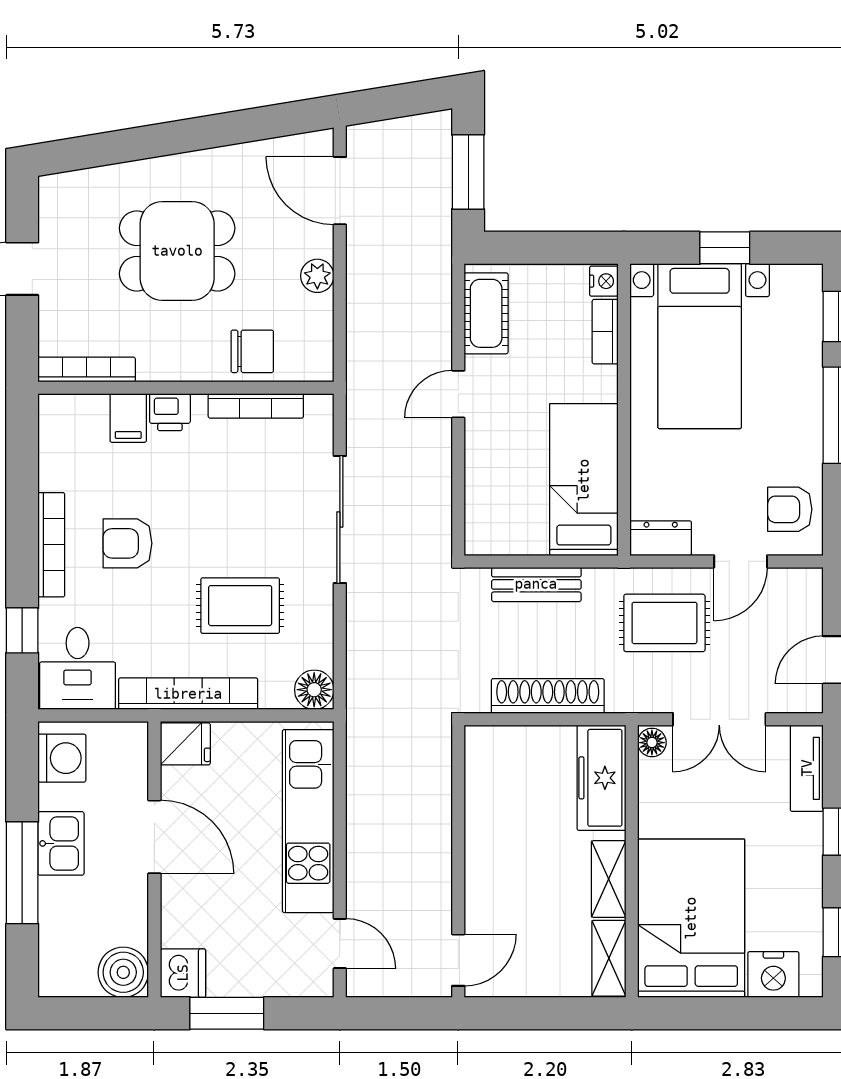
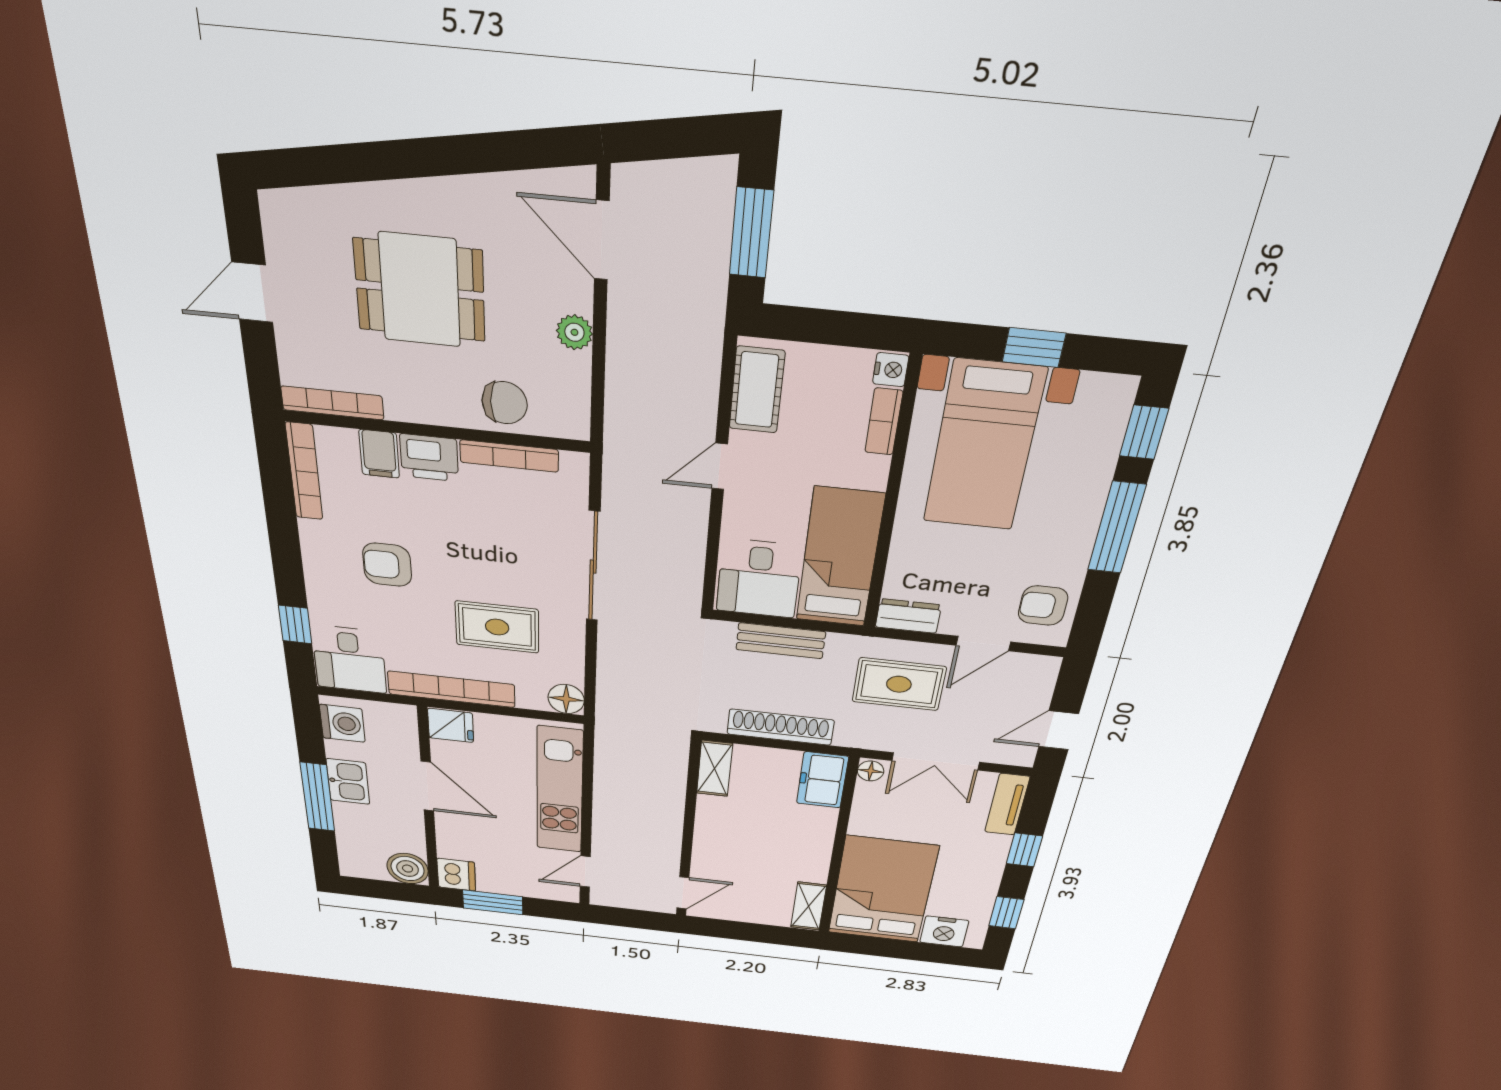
printer: (170, 412) -> (429, 458), width x1.36, depth x1.24
desk: (507, 513) -> (759, 578), added
bookcase: (51, 545) -> (304, 471), moved
freezer: (601, 778) -> (822, 780), width x0.71
shelving: (609, 879) -> (715, 768), moved
door: (340, 944) -> (585, 872), swing flipped

